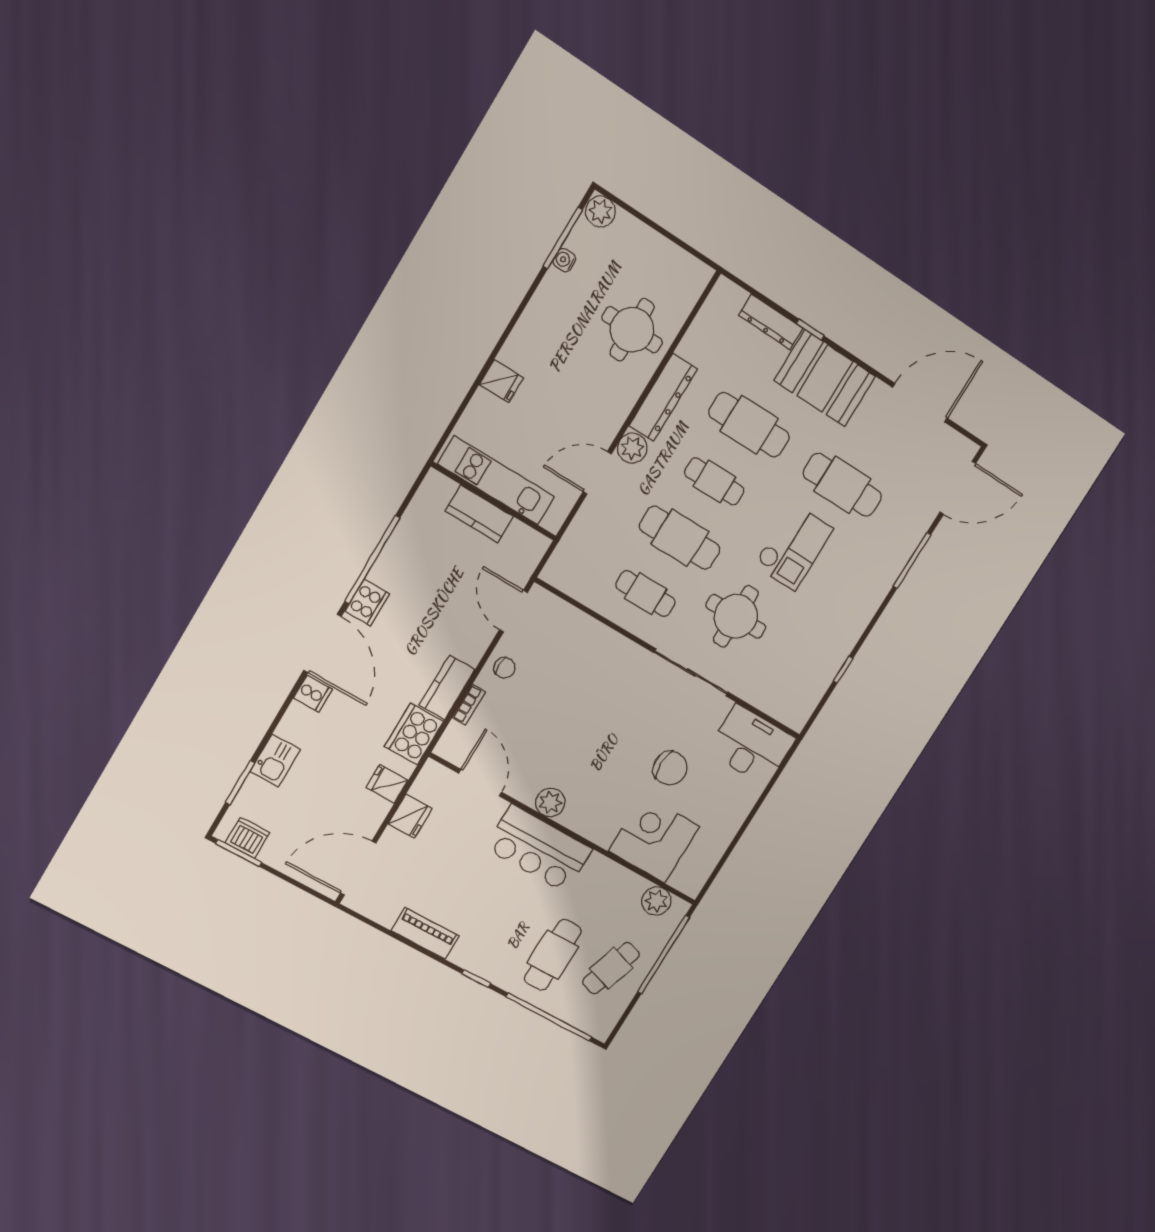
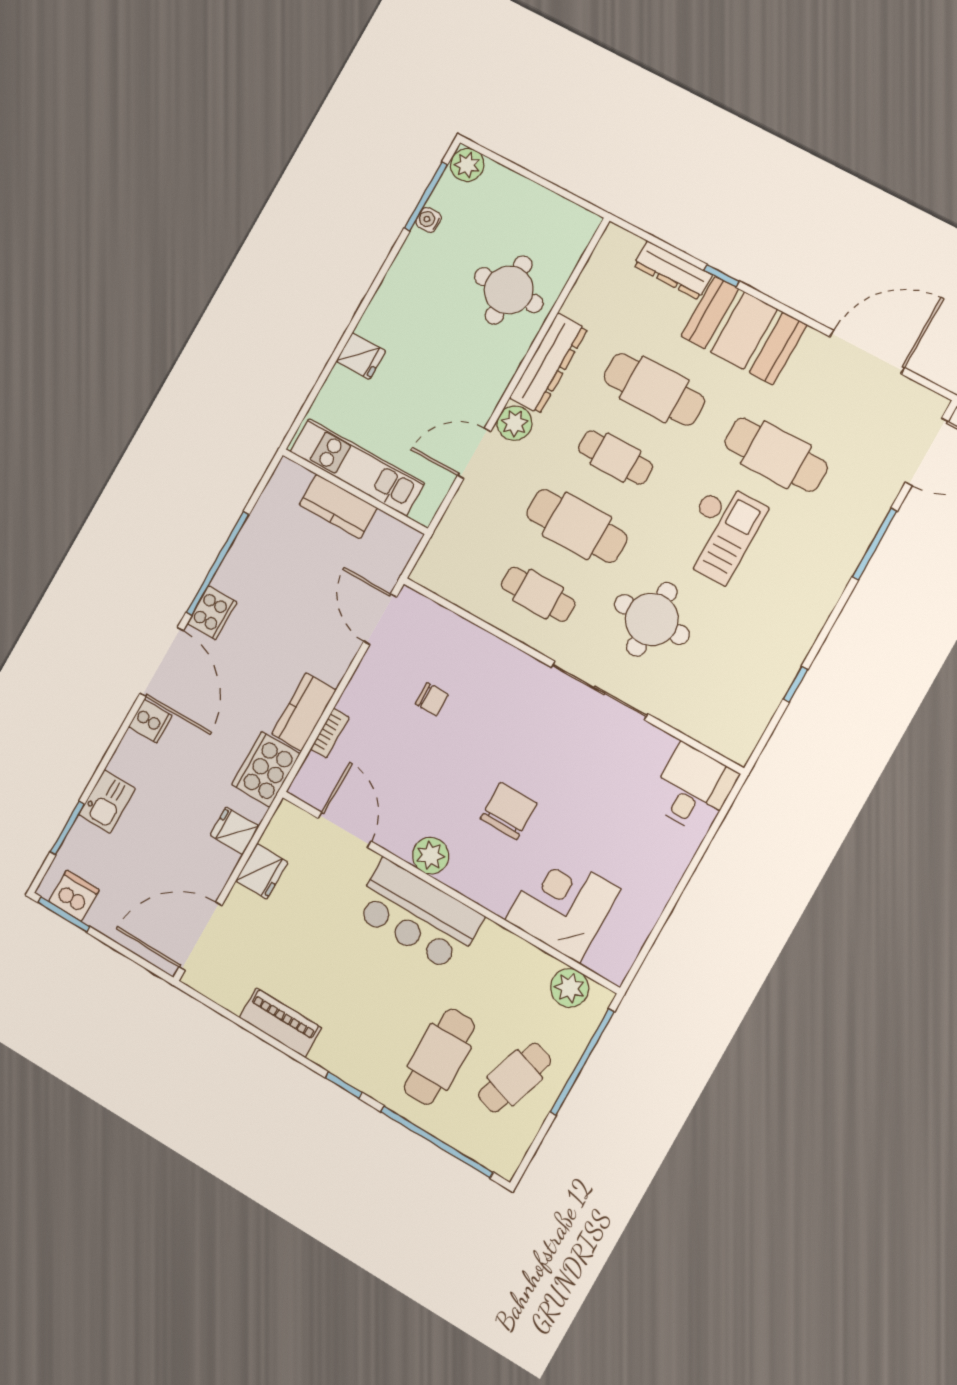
chair: (505, 668) -> (432, 699), moved
desk: (751, 745) -> (693, 789), width x0.73
chair: (670, 768) -> (509, 811), moved, turned -90

